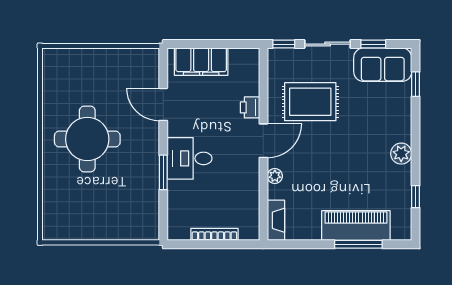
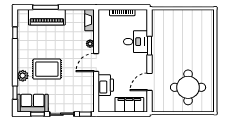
rug: (310, 102) -> (47, 69), moved
door: (163, 104) -> (150, 82), swing flipped
printer: (250, 107) -> (106, 85), width x1.87, depth x1.48
round table: (87, 139) -> (188, 87), moved
plant: (401, 154) -> (23, 76), moved
desk: (190, 158) -> (136, 42), moved

